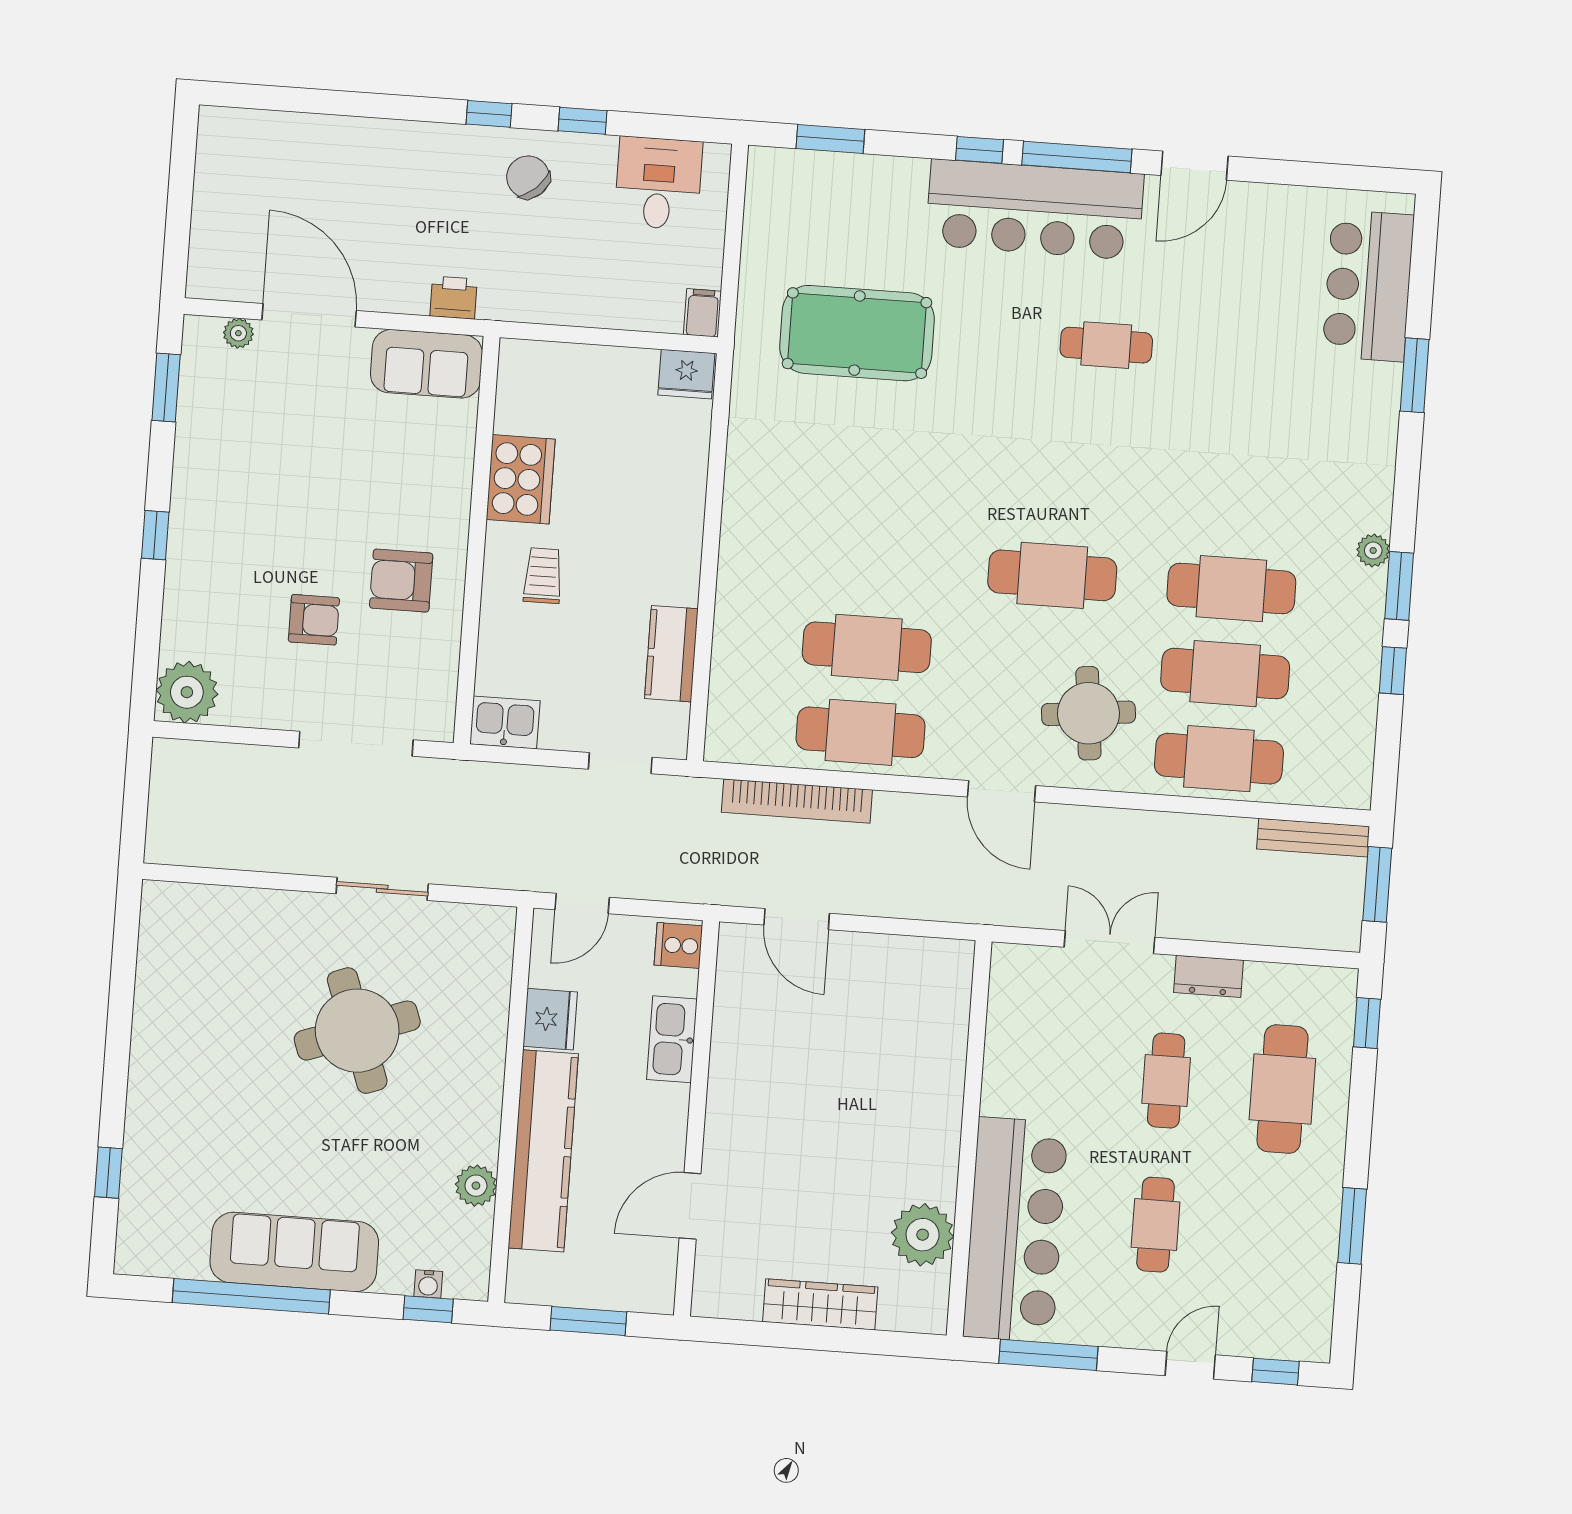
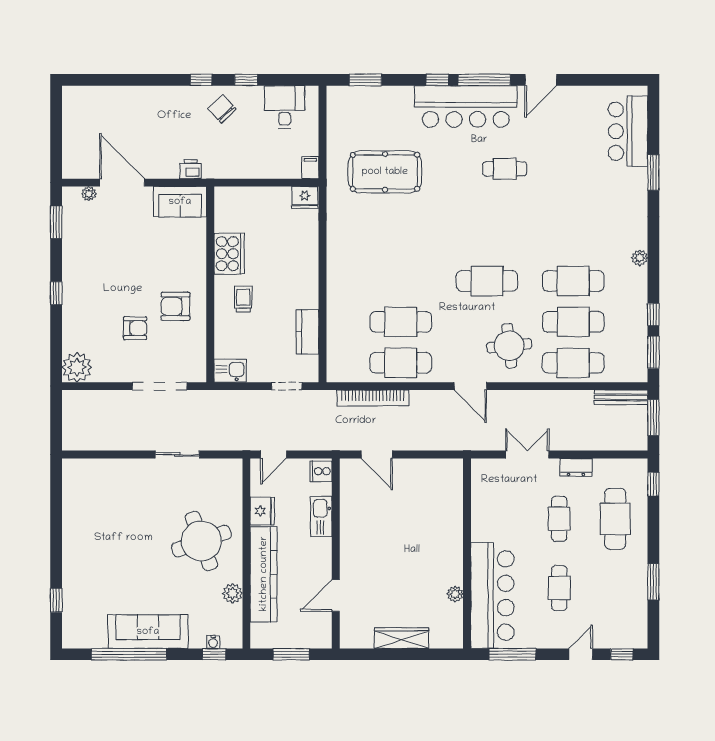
window: (1399, 586) -> (653, 352), moved
round table: (357, 1031) -> (201, 541), moved
plant: (923, 1235) -> (455, 594), width x0.53, depth x0.53

